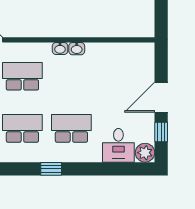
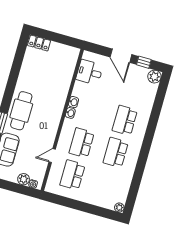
desk: (118, 145) -> (89, 72), moved, turned 180
window: (51, 169) -> (148, 141), removed

